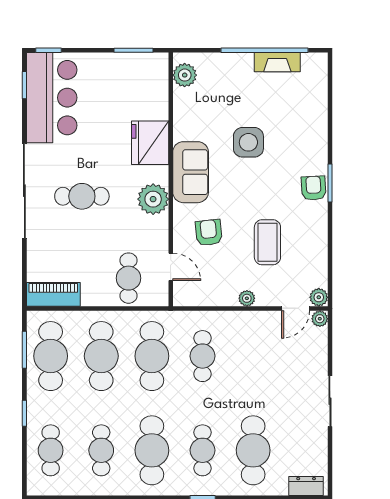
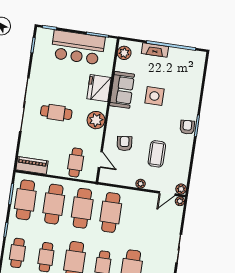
fireplace: (277, 62) -> (155, 50), moved
bar counter: (52, 98) -> (78, 47), moved, turned 90
sofa: (191, 172) -> (122, 90), moved
cafe table: (202, 356) -> (111, 212), width x1.37, depth x1.35

